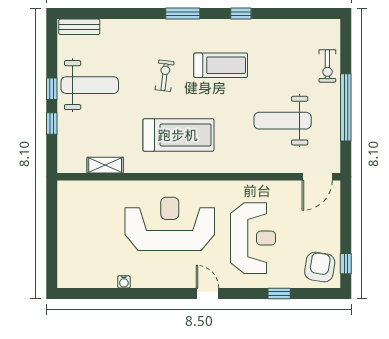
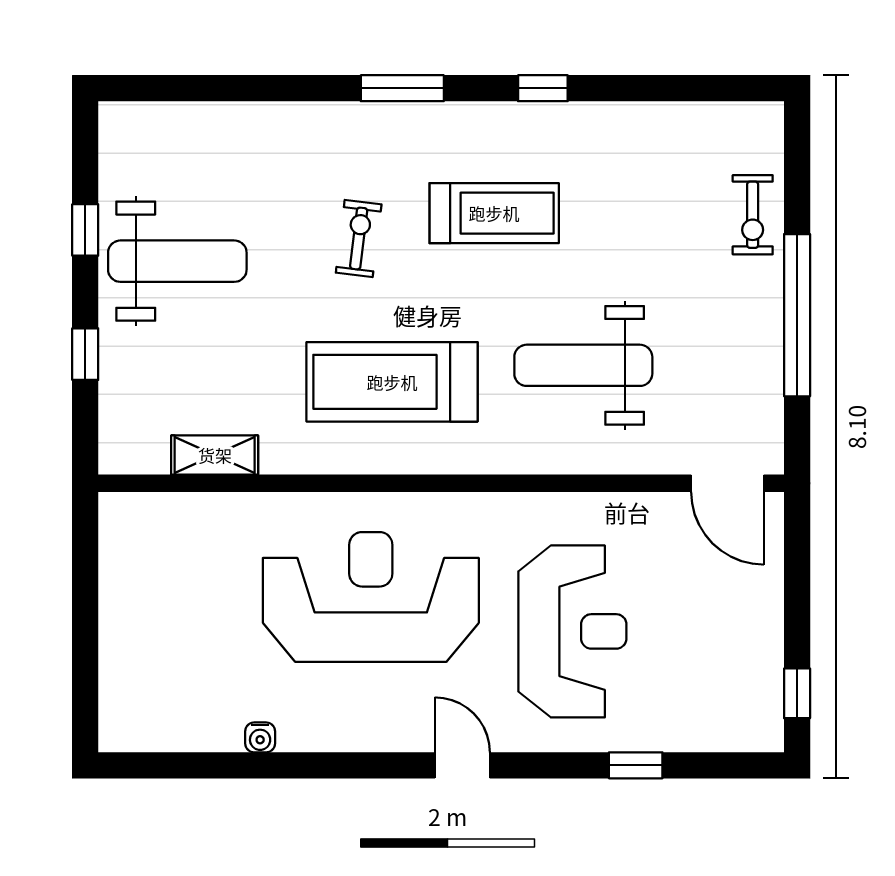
bench: (79, 27) -> (152, 120), removed
window: (52, 89) -> (85, 230), moved
weight bench: (283, 121) -> (583, 365), moved
treadmill: (178, 135) -> (392, 382), turned 180
door: (317, 177) -> (728, 483), hinge flipped
armchair: (320, 267) -> (734, 701), removed

